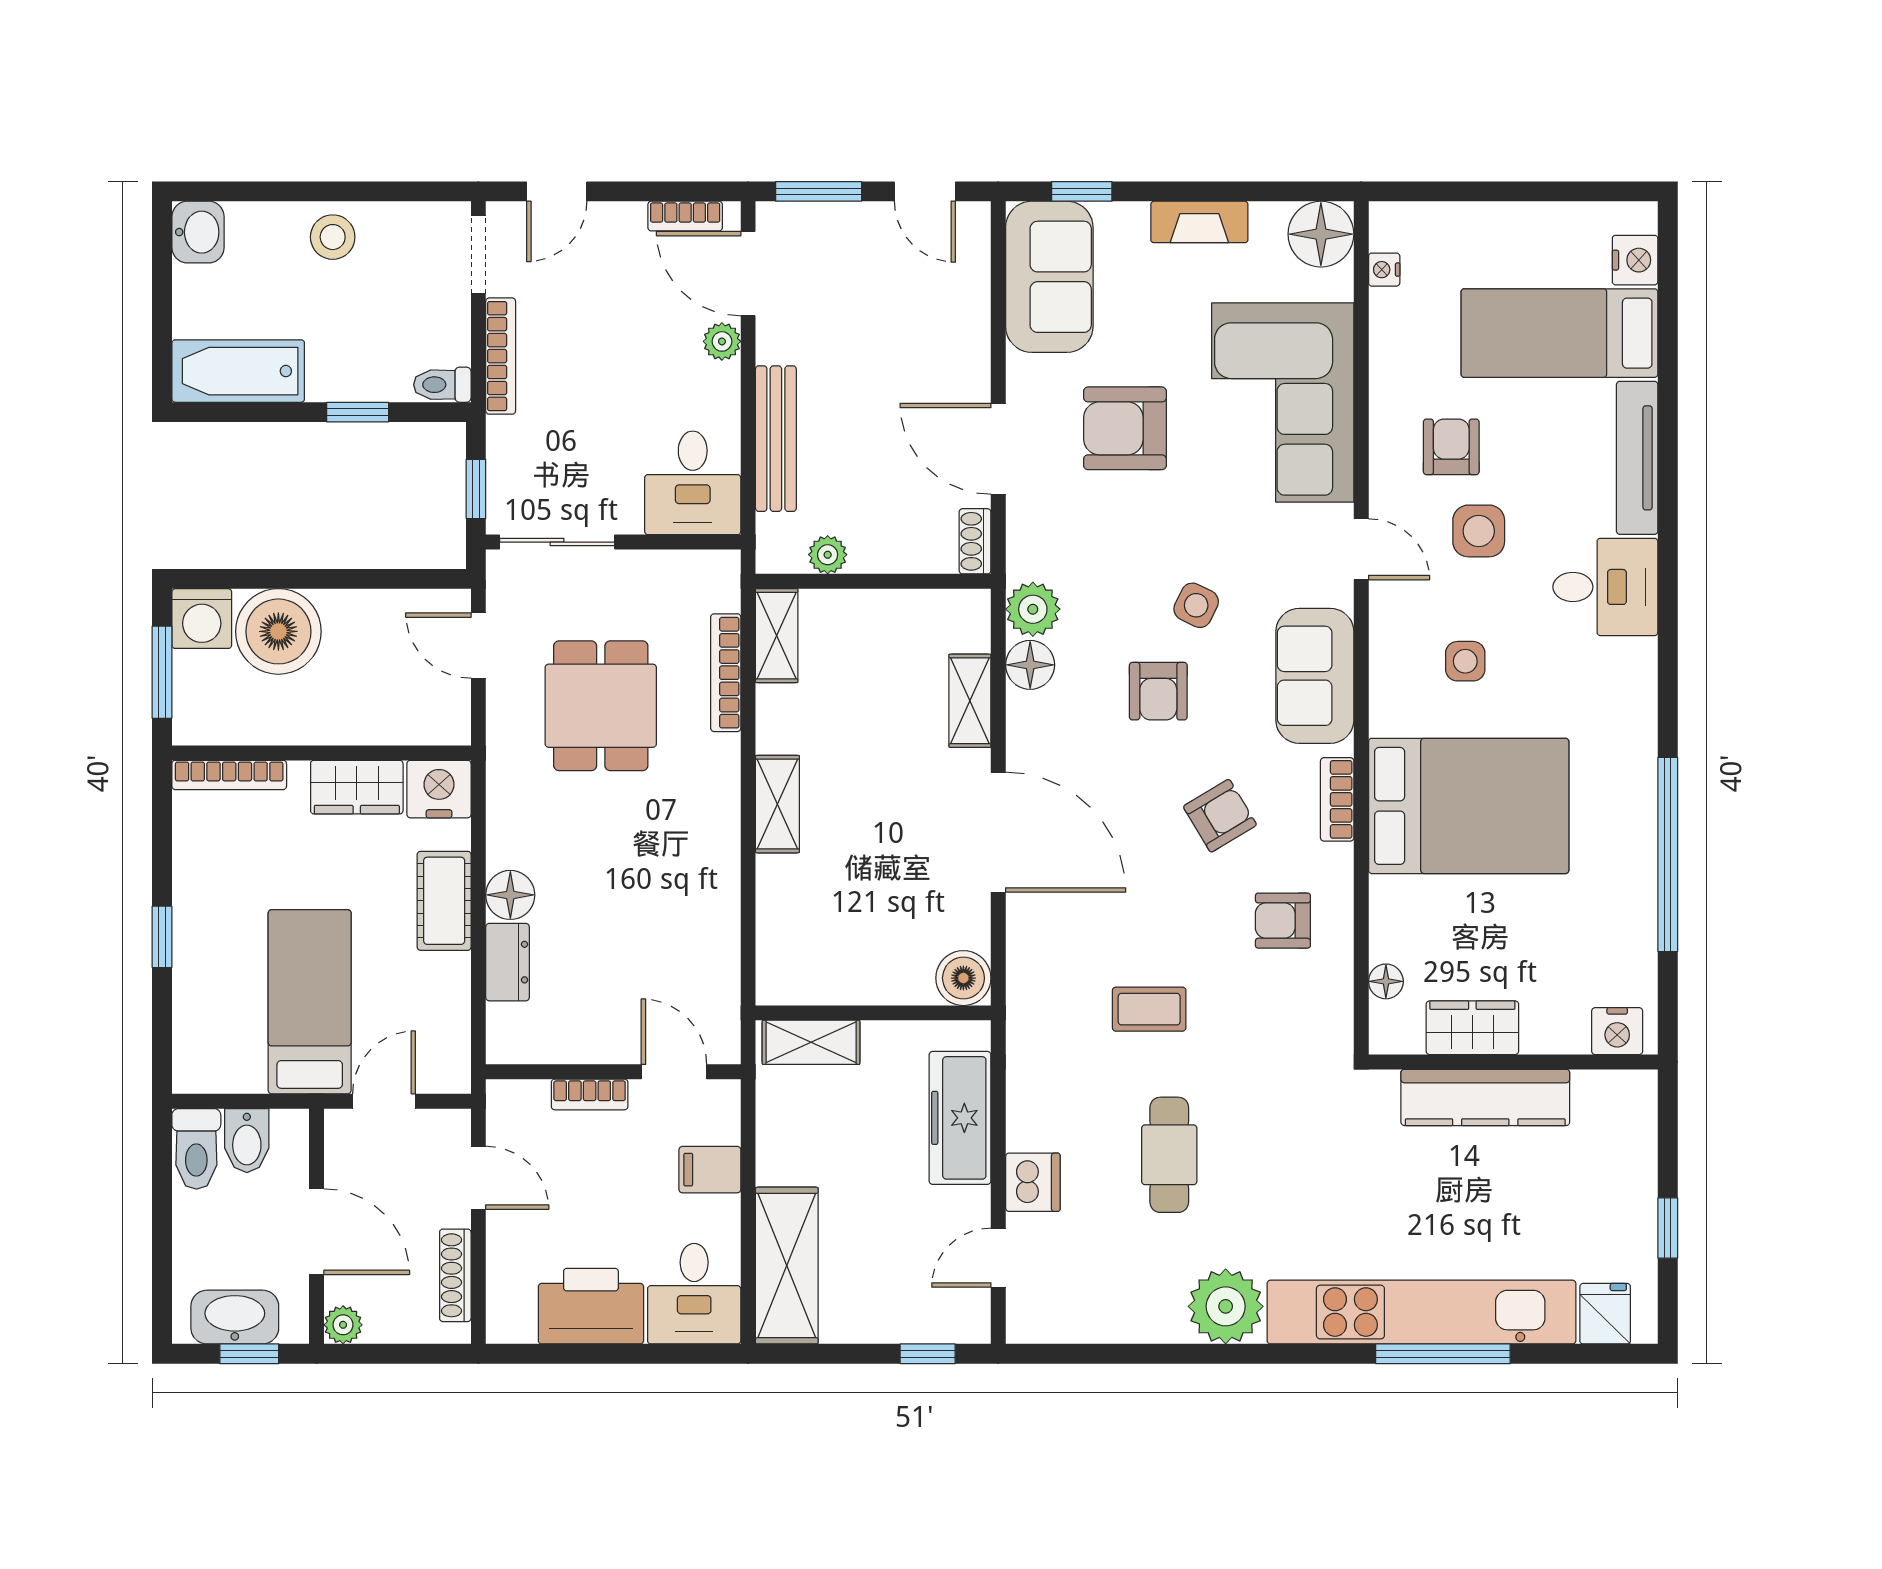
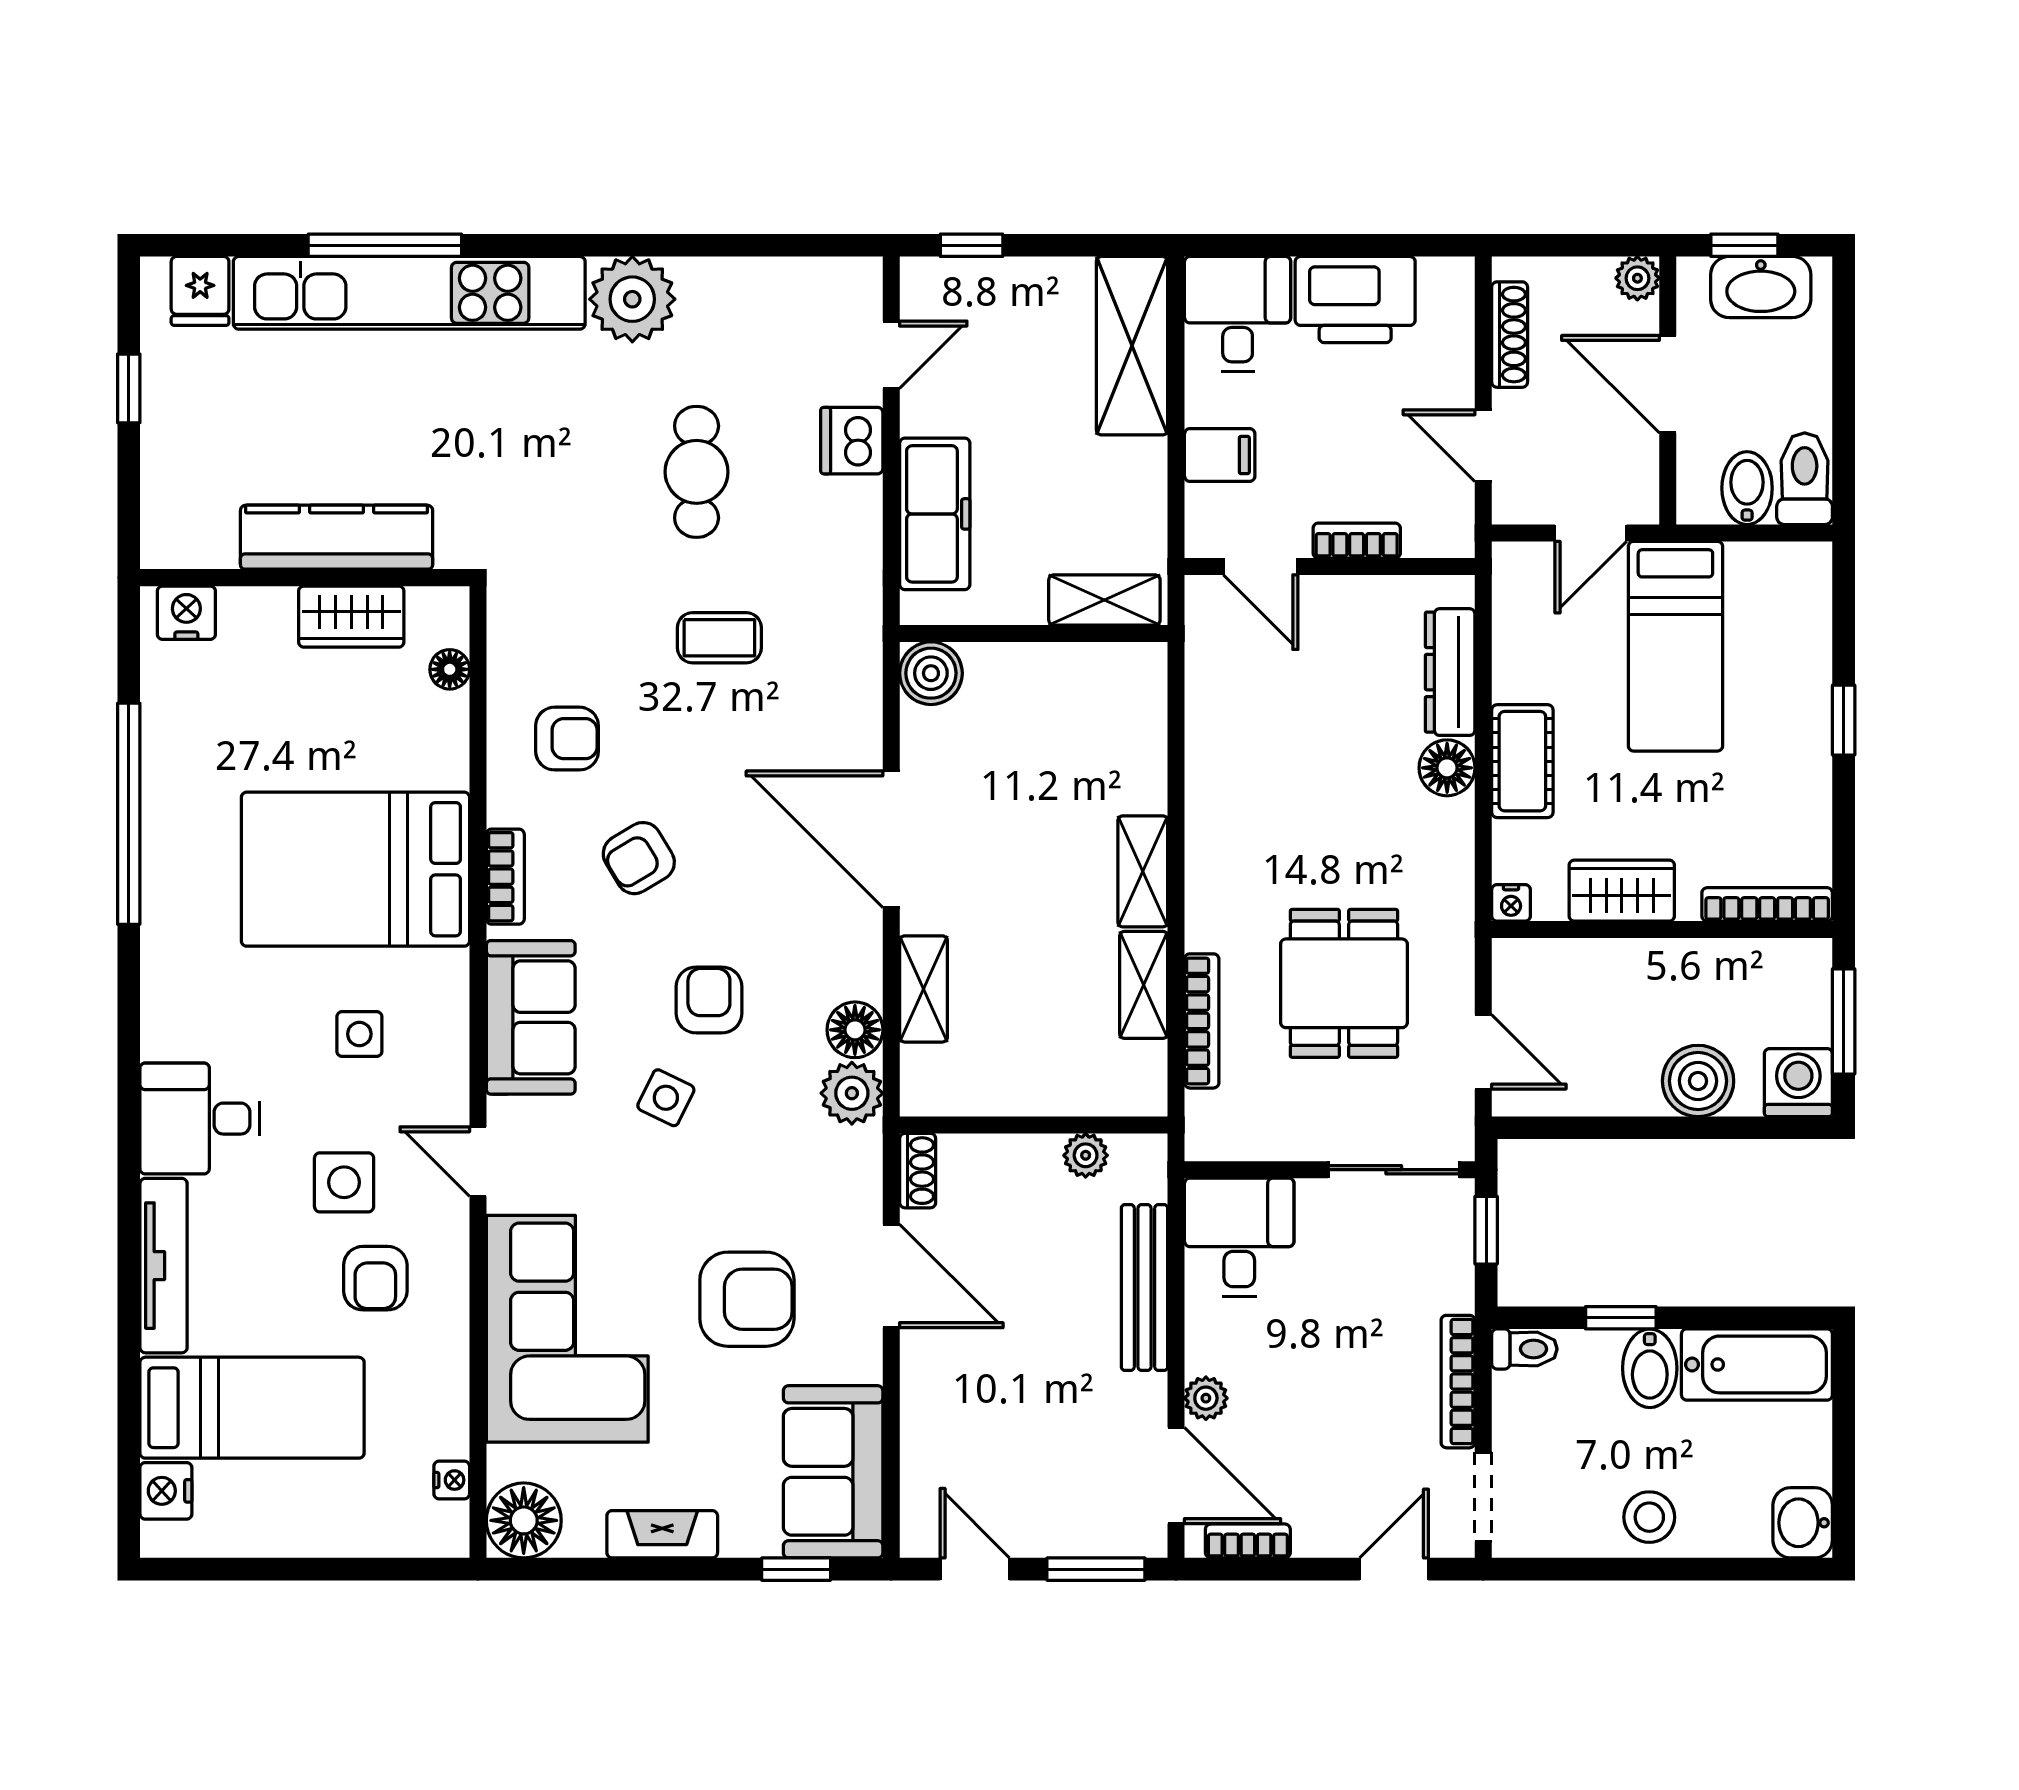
bidet: (332, 368) -> (1650, 1368), added
boiler: (278, 631) -> (1698, 1081), width x0.73, depth x0.73
shelving: (777, 636) -> (1144, 985), moved
nightstand: (439, 789) -> (1511, 903), width x0.53, depth x0.56
dresser: (508, 962) -> (1450, 672), width x1.44

